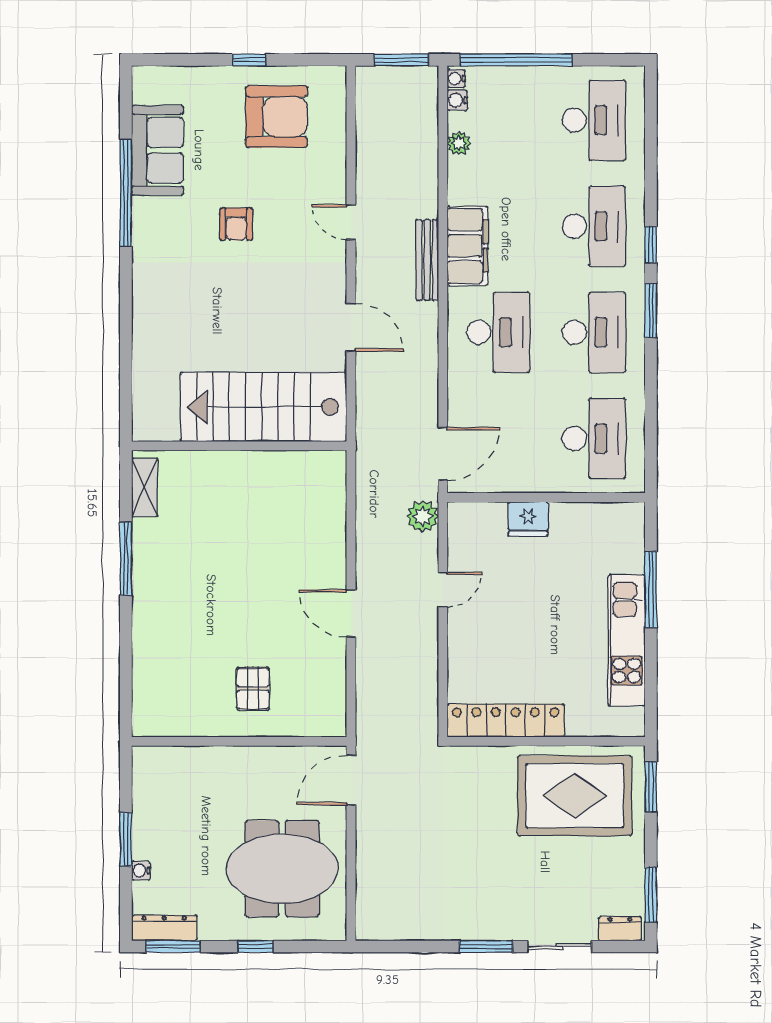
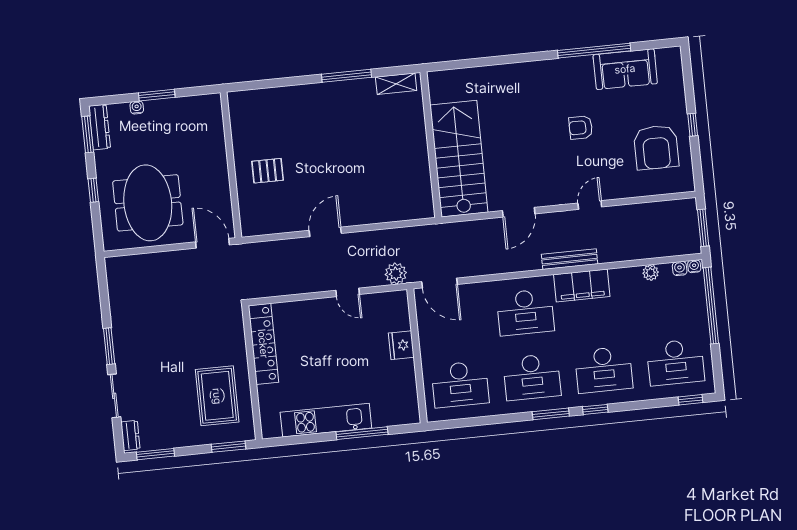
window: (651, 104) -> (691, 400), added
rug: (575, 796) -> (217, 396), width x0.73, depth x0.69

